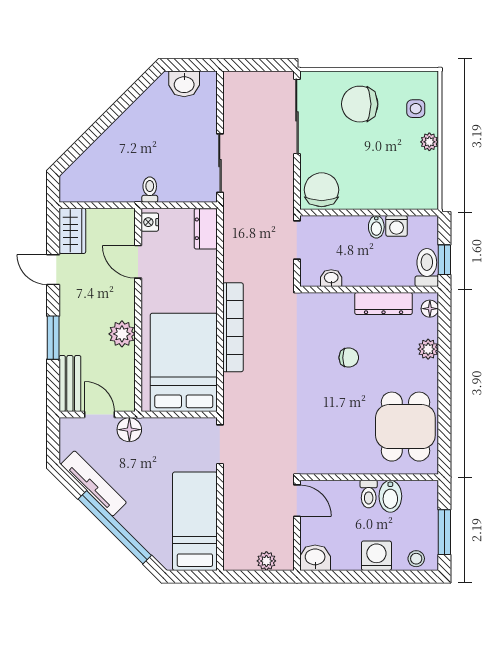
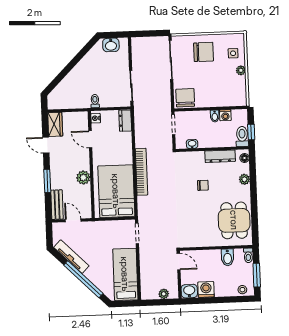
chair: (360, 104) -> (204, 52), turned 180
floor lamp: (129, 430) -> (89, 228), removed
toilet: (369, 494) -> (248, 255), moved
washing machine: (376, 556) -> (206, 289), moved

